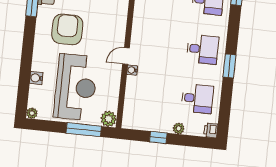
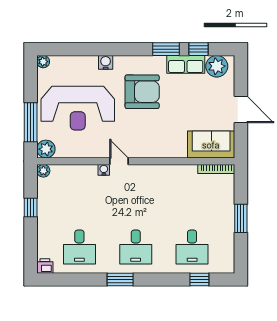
water cooler: (36, 78) -> (106, 62), moved
plant: (179, 128) -> (43, 171), moved

